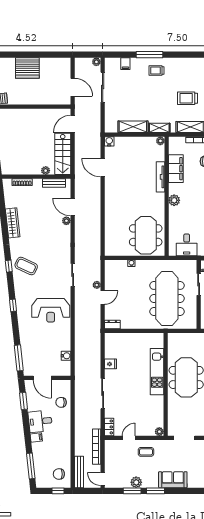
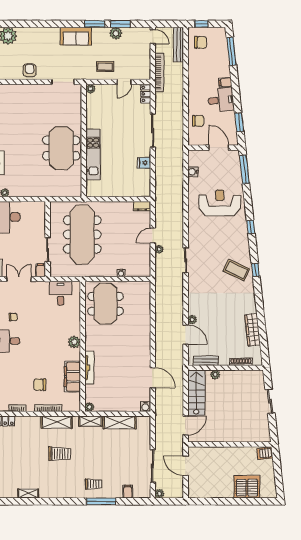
server rack: (27, 68) -> (247, 487), moved
wardrobe: (13, 223) -> (253, 330), moved
reception desk: (51, 310) -> (220, 203), moved

